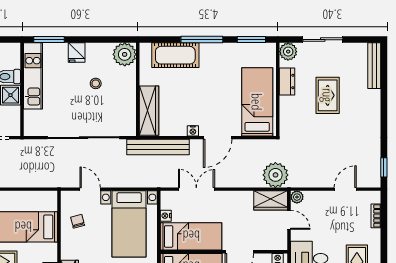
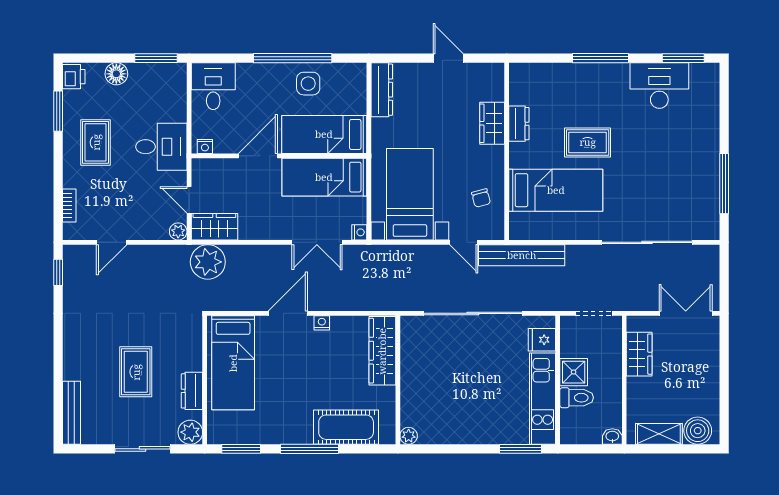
fridge: (77, 53) -> (542, 340), moved, turned -90
plant: (125, 54) -> (409, 436), width x0.53, depth x0.53
stool: (96, 83) -> (456, 388), removed
bench: (158, 147) -> (522, 255), moved
nightstand: (166, 216) -> (359, 232), moved

